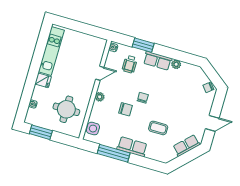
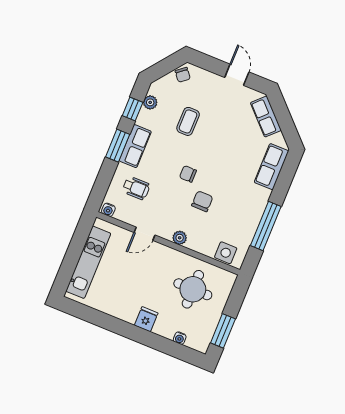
window: (143, 45) -> (118, 146), moved
kitchen unit: (51, 51) -> (88, 262), moved, turned 90
window: (182, 56) -> (133, 109), added
plant: (176, 64) -> (150, 102), moved
door: (100, 73) -> (145, 234), swing flipped
coffee table: (158, 128) -> (188, 121), moved
row of seats: (132, 147) -> (271, 167), moved

